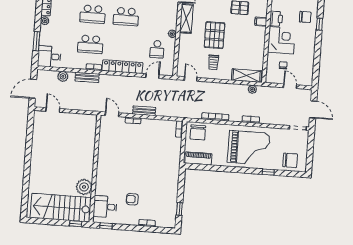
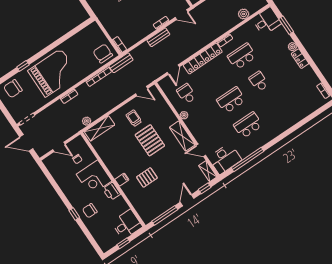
school desk: (93, 14) -> (259, 81), width x0.54
bench: (87, 77) -> (121, 63), moved
grand piano: (249, 148) -> (53, 73), turned 180
piano: (198, 158) -> (86, 33), removed

